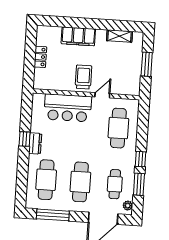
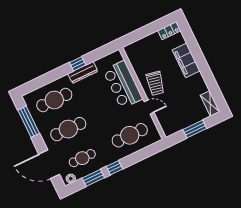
shelving: (119, 36) -> (210, 104), moved
locker: (40, 57) -> (169, 31), moved
trolley: (83, 77) -> (155, 83), turned 102
dresser: (35, 143) -> (83, 73), width x1.44

